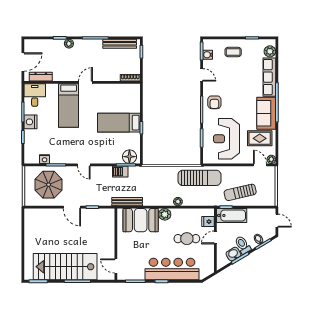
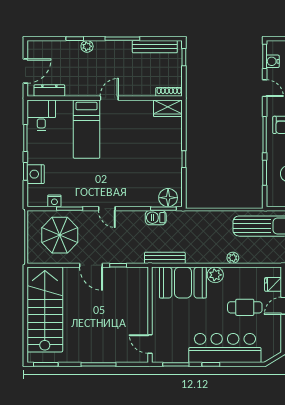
wardrobe: (129, 90) -> (168, 108), added
nightstand: (30, 122) -> (36, 174), moved
bed: (119, 123) -> (154, 152), removed
stairs: (65, 267) -> (45, 310), moved, turned 90

